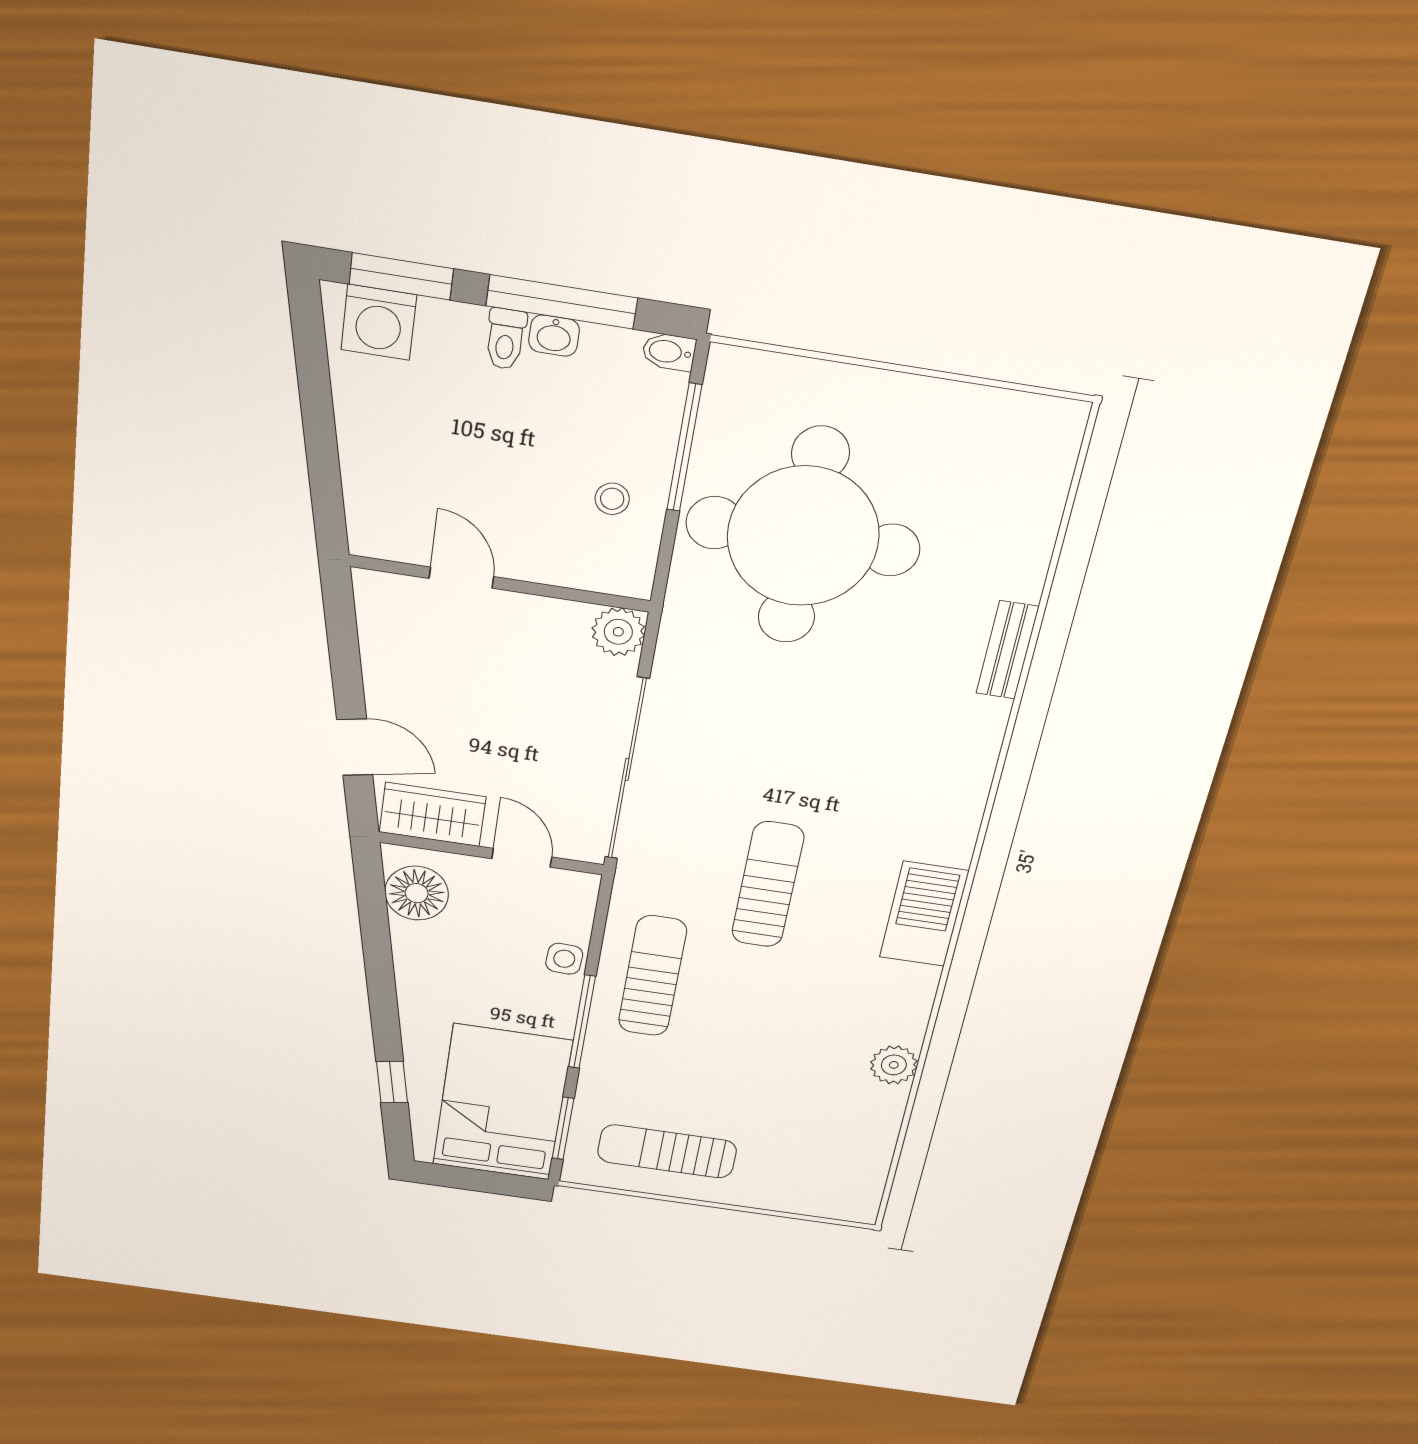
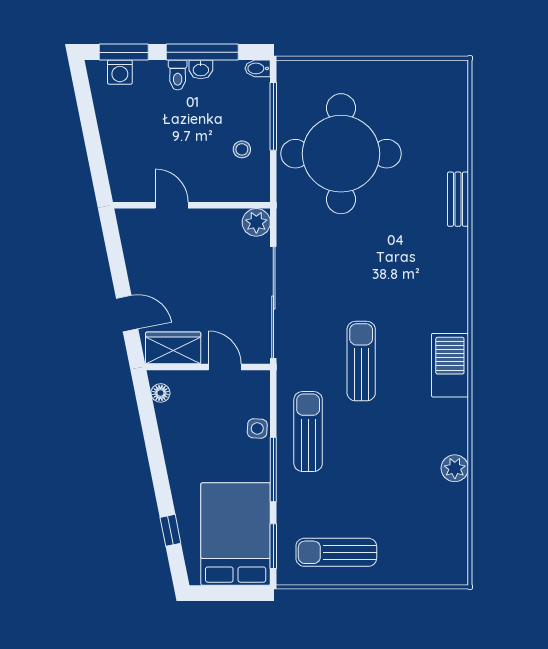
washing machine: (379, 322) -> (120, 72), width x0.73, depth x0.73
floor lamp: (417, 893) -> (160, 393), width x0.53, depth x0.53

